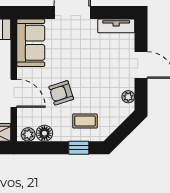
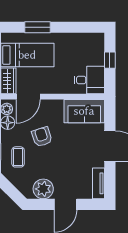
door: (14, 93) -> (28, 97), moved
plant: (128, 97) -> (43, 189), width x1.88, depth x1.88

